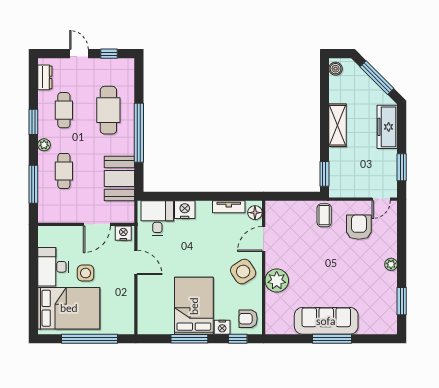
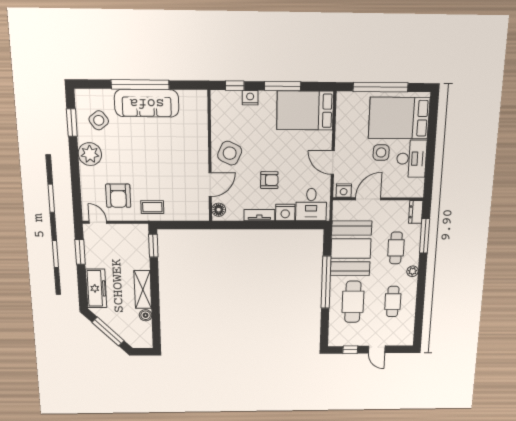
boiler: (336, 69) -> (146, 315), moved
dresser: (45, 77) -> (416, 212), moved
window: (33, 122) -> (421, 291), removed
booth: (119, 178) -> (351, 249), width x1.36, depth x1.42
door: (381, 199) -> (98, 222), hinge flipped
tv unit: (229, 207) -> (259, 215), moved
coffee table: (324, 215) -> (152, 207), turned 90
plant: (391, 264) -> (90, 154), width x1.87, depth x1.87
side table: (243, 272) -> (230, 153), turned -32
plant: (277, 280) -> (197, 144), removed
side table: (375, 304) -> (99, 120), added
bed: (194, 306) -> (305, 110), moved, turned 90
armchair: (248, 319) -> (269, 180), moved
window: (332, 339) -> (140, 85), width x1.46

